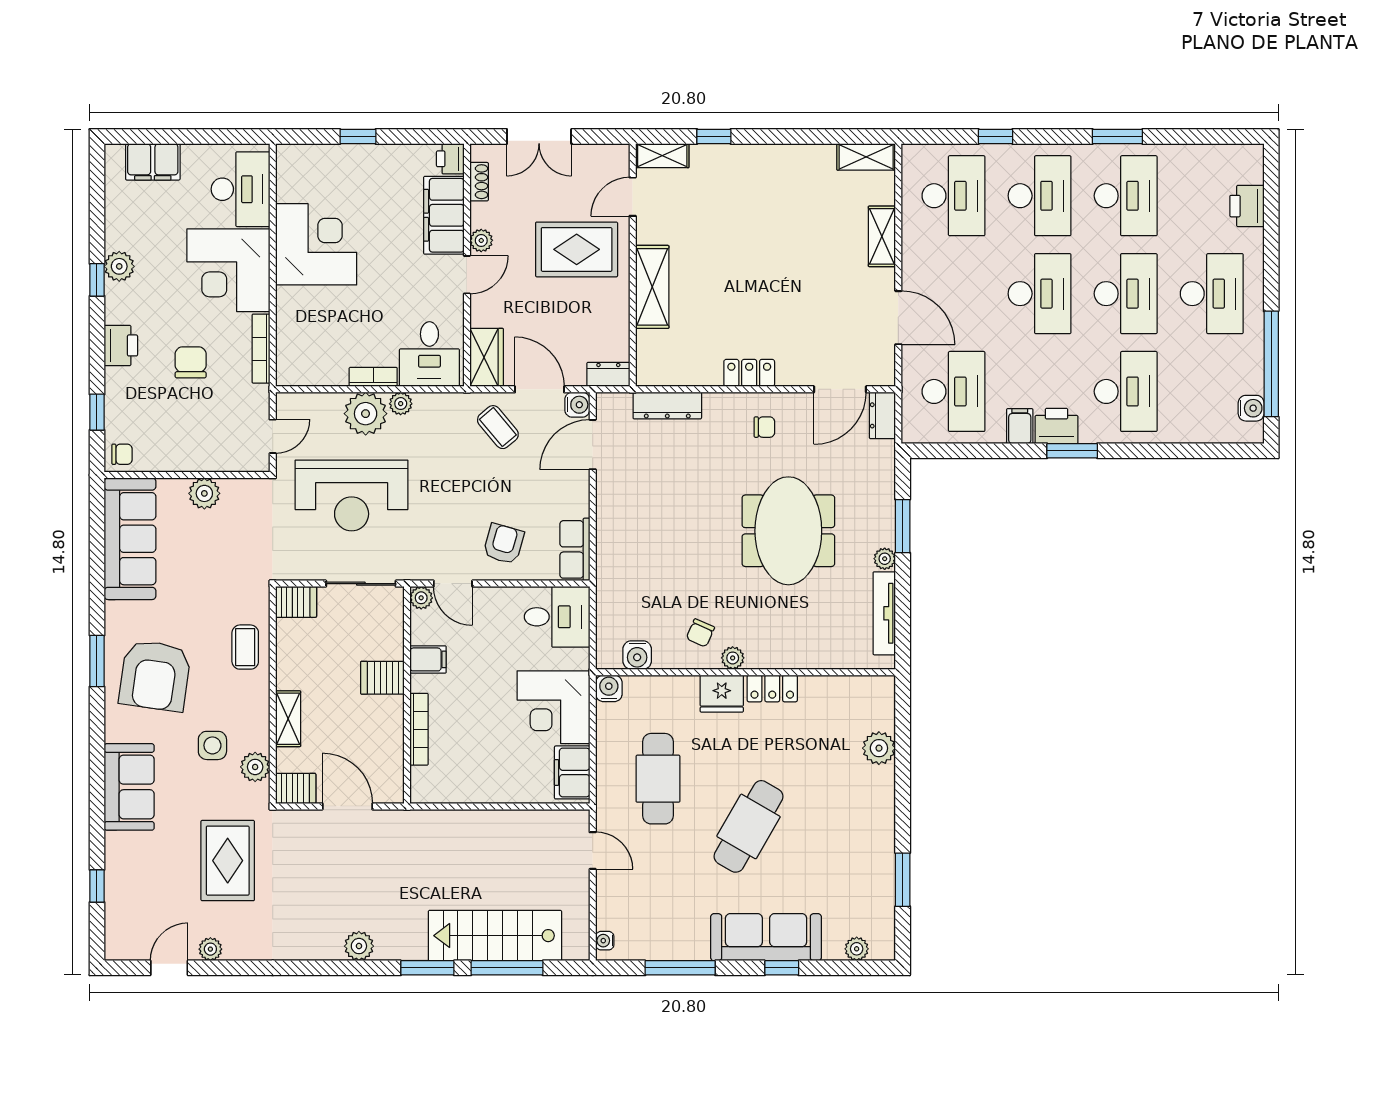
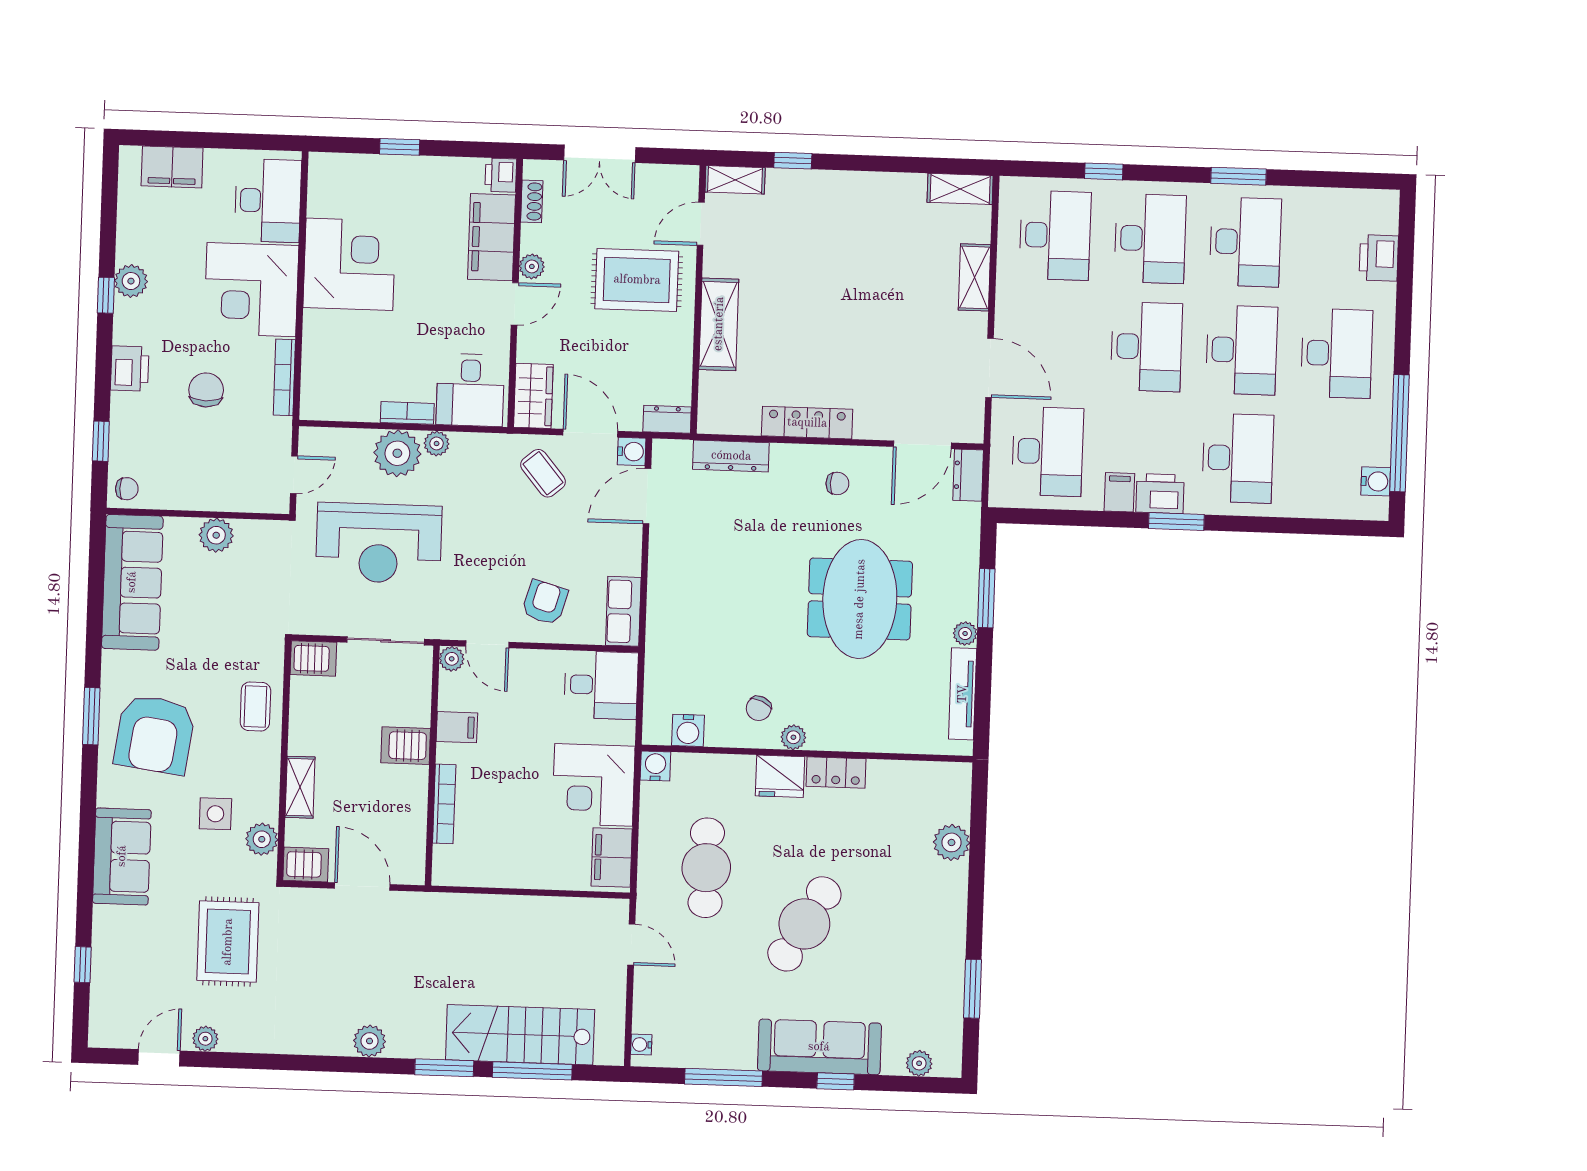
locker: (749, 373) -> (807, 423), width x1.53

